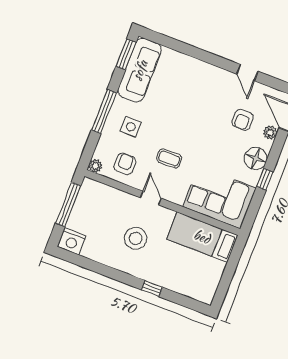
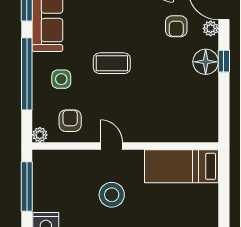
window: (104, 112) -> (27, 74), width x1.46
coffee table: (169, 158) -> (112, 63), moved, width x1.36, depth x1.30
window: (265, 179) -> (224, 61), moved
corner sofa: (219, 197) -> (183, 117), removed

